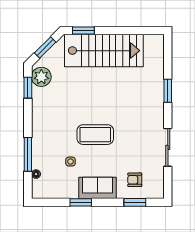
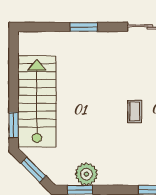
plant: (41, 77) -> (86, 174), moved
coffee table: (95, 135) -> (135, 111), width x0.54, depth x0.58

